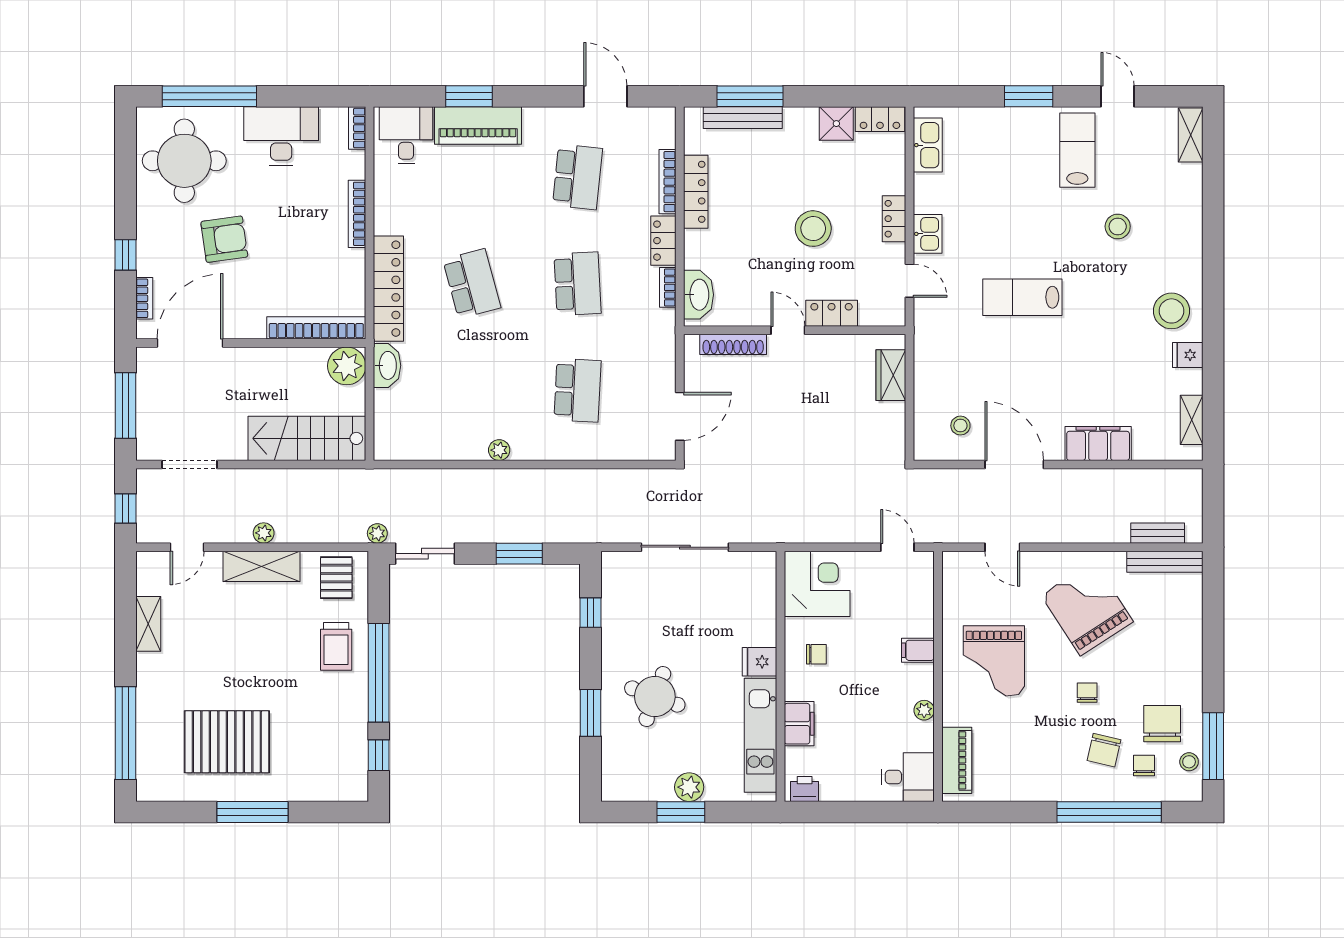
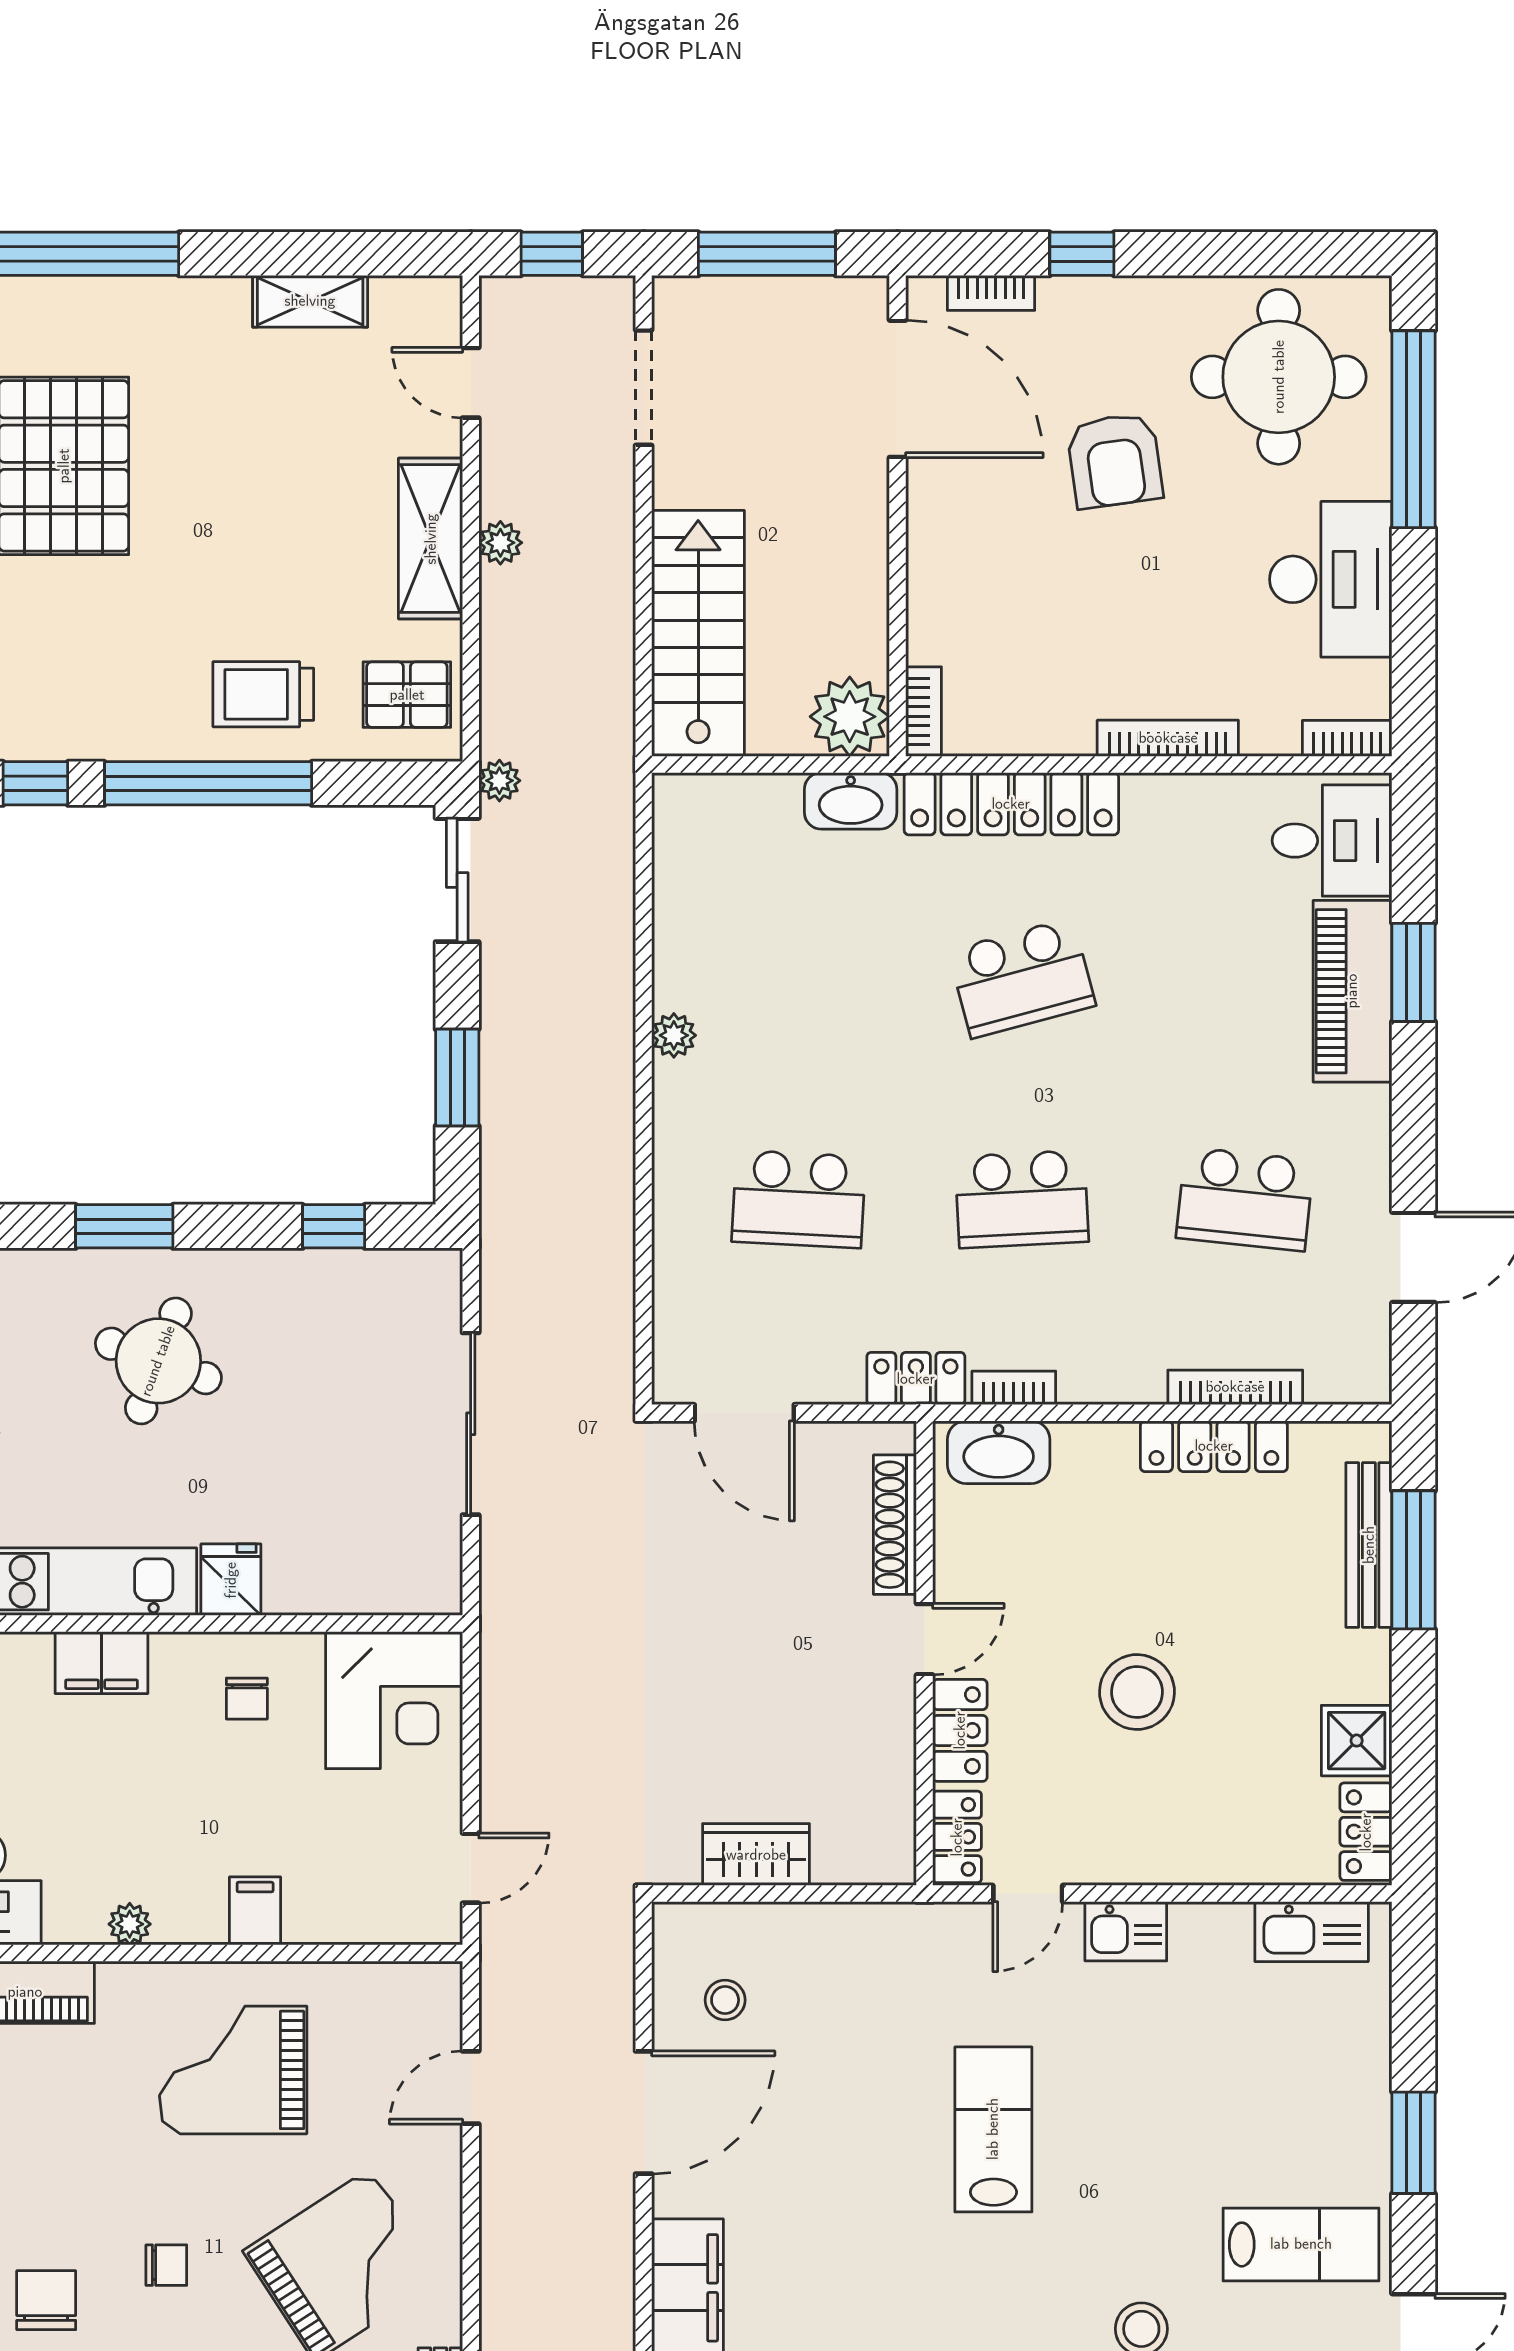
locker: (894, 219) -> (957, 1837), moved, turned 90
locker: (663, 241) -> (916, 1379), moved
bookcase: (316, 328) -> (924, 712), width x0.43, depth x0.76
wardrobe: (891, 375) -> (756, 1855), moved
chair: (1104, 750) -> (46, 2300), turned 77

